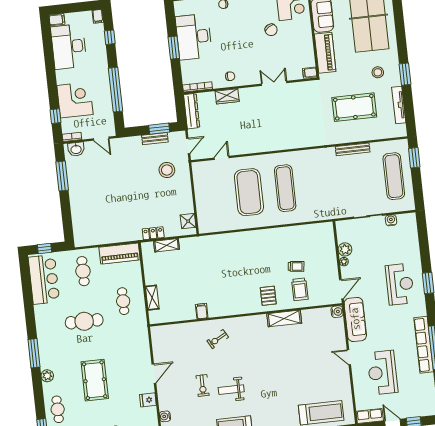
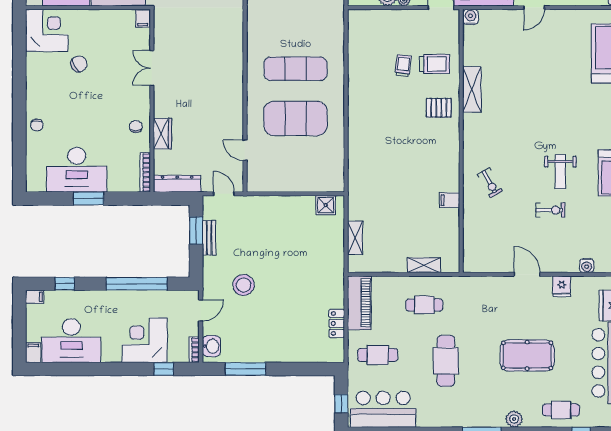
stool: (167, 170) -> (244, 285), moved
locker: (153, 233) -> (337, 323), moved

